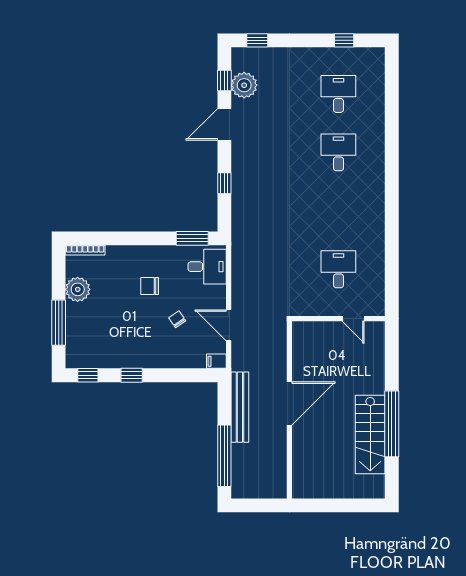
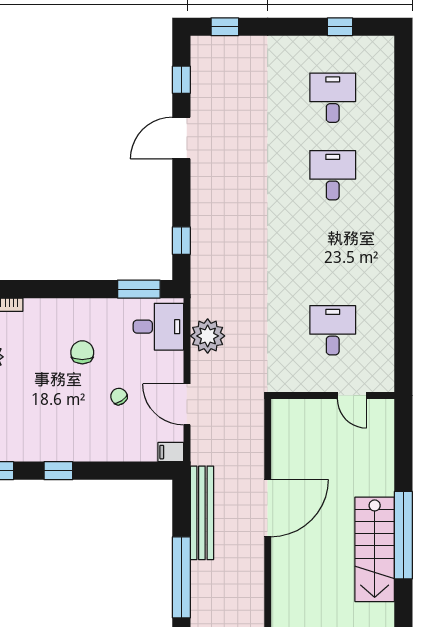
plant: (244, 85) -> (208, 336), moved
window: (224, 183) -> (181, 241), moved
chair: (150, 286) -> (82, 352), turned 90

